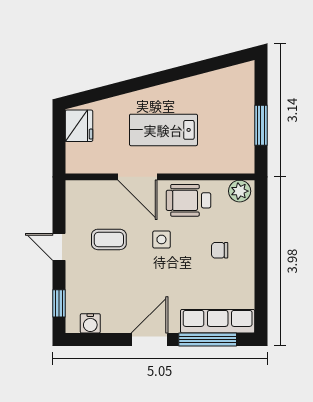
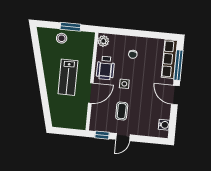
stool: (237, 110) -> (62, 38), added
fridge: (79, 126) -> (62, 121), removed
window: (59, 303) -> (102, 135), moved

